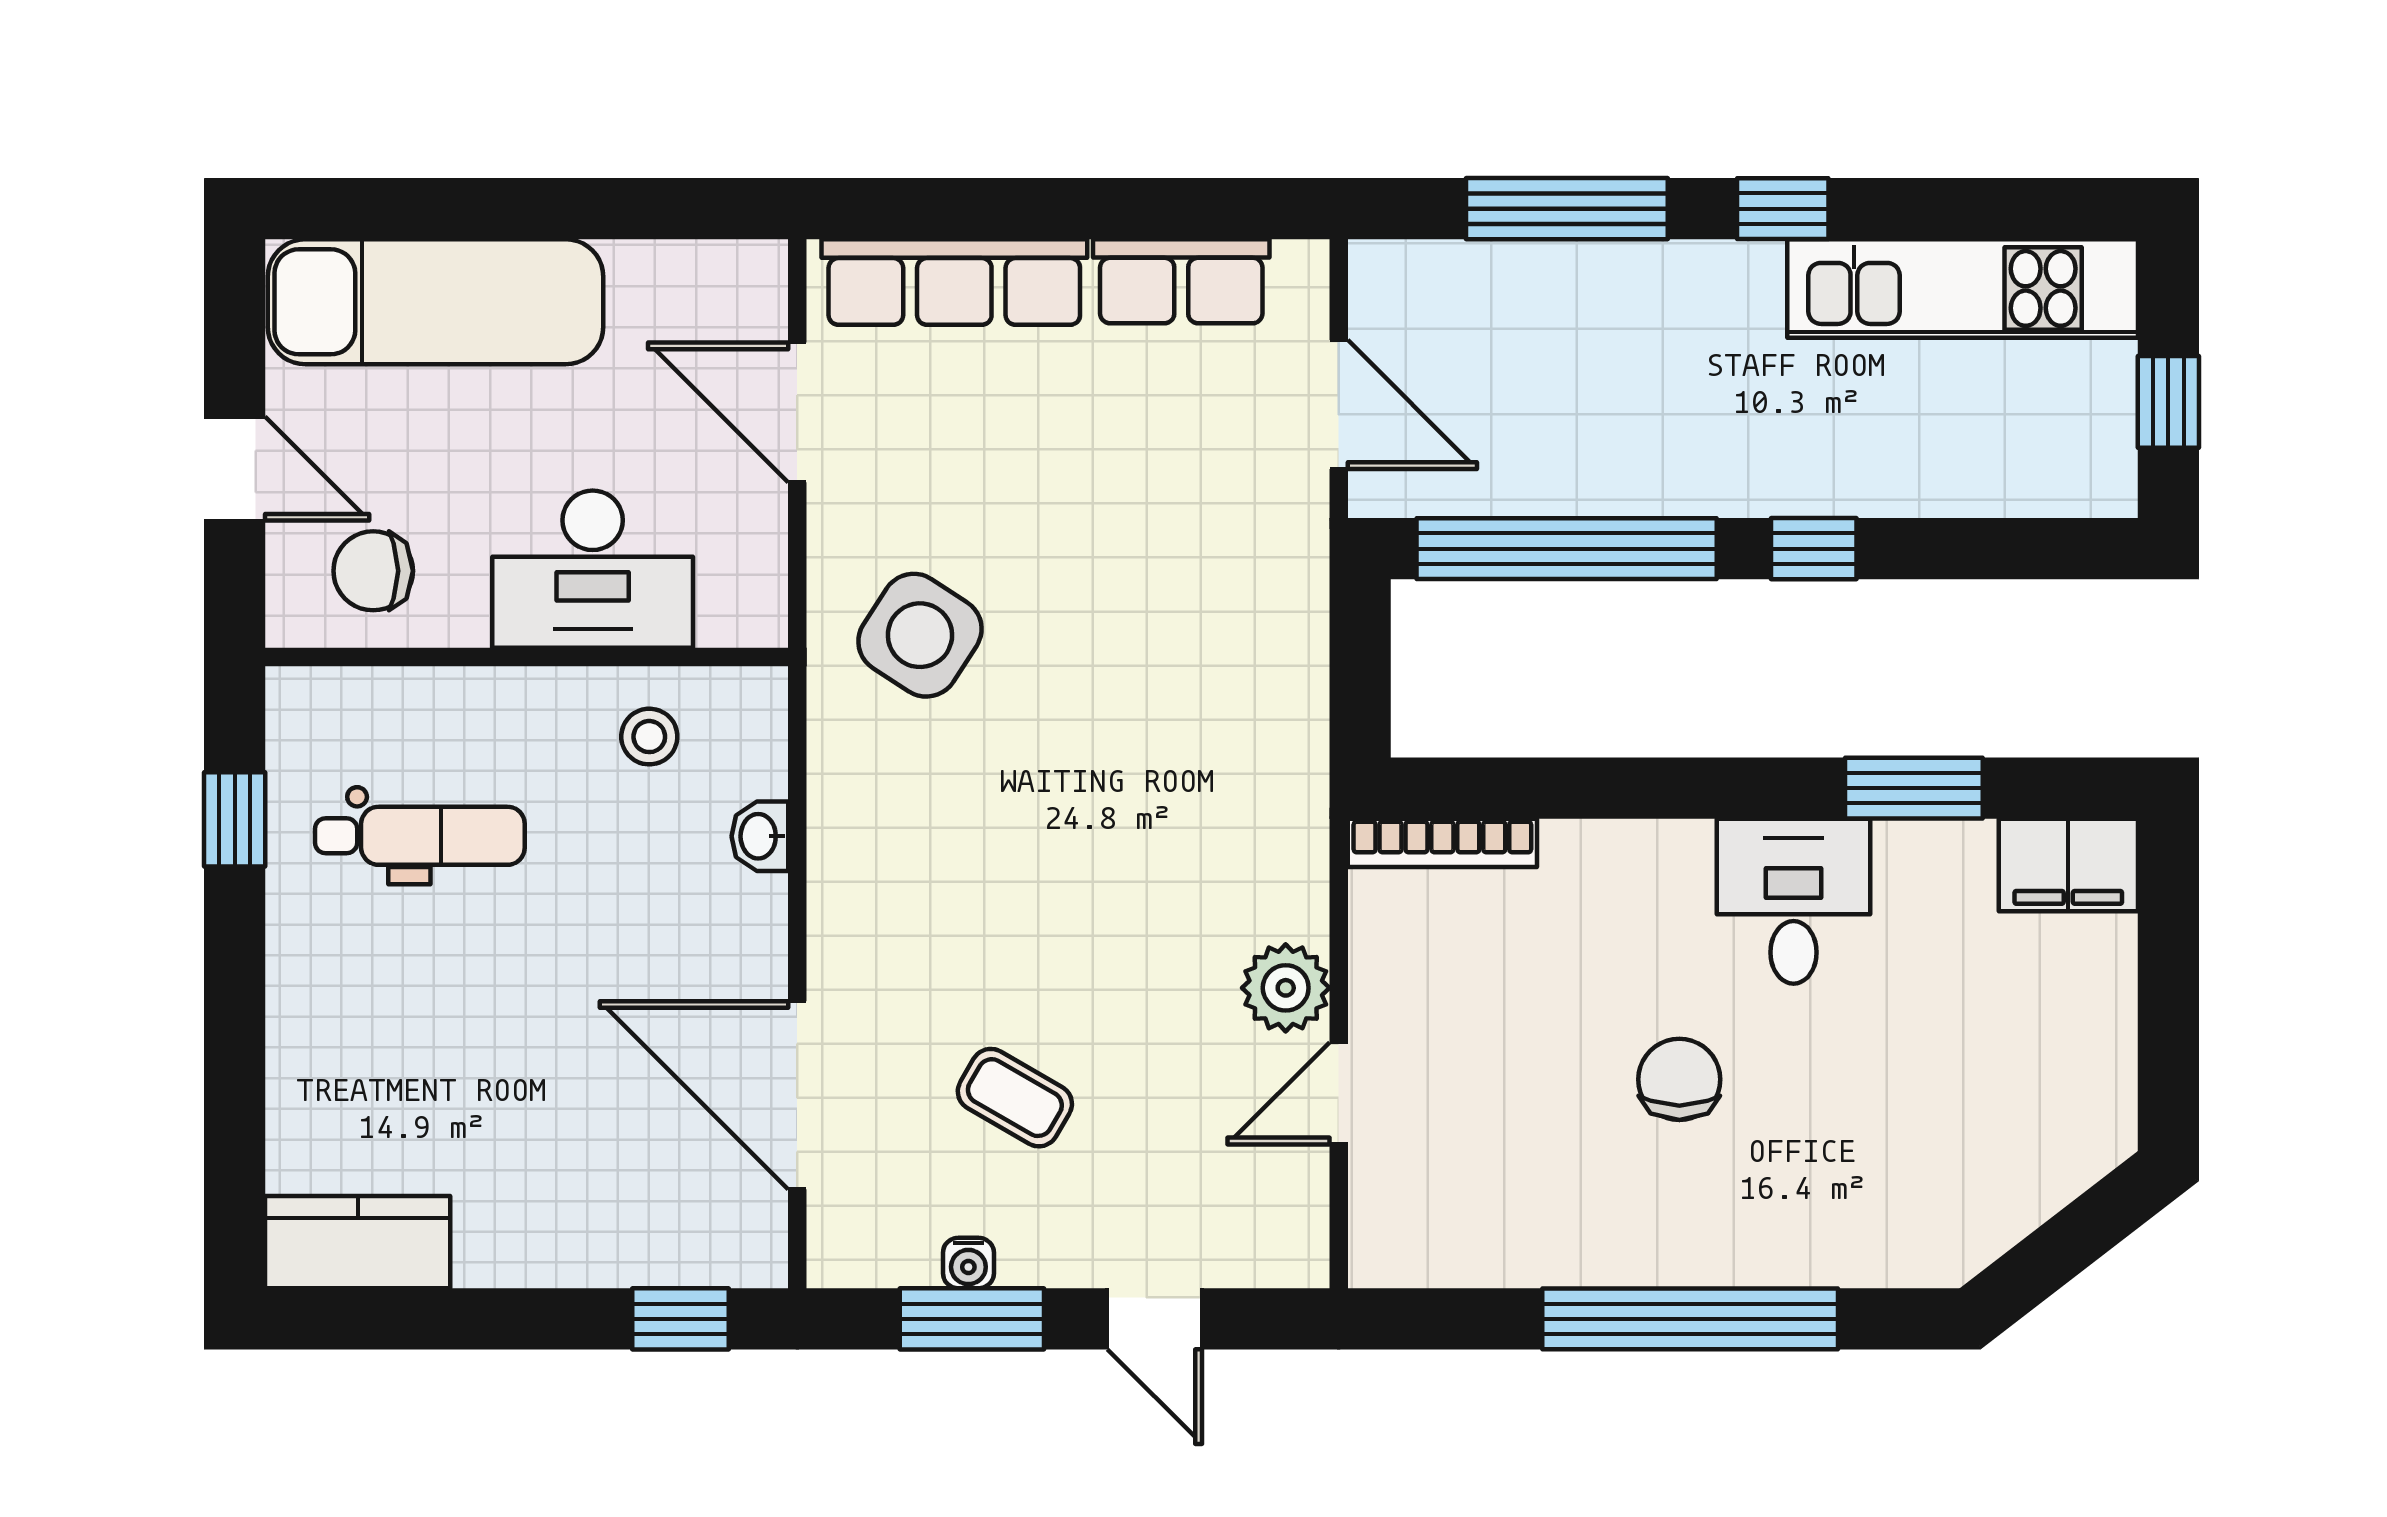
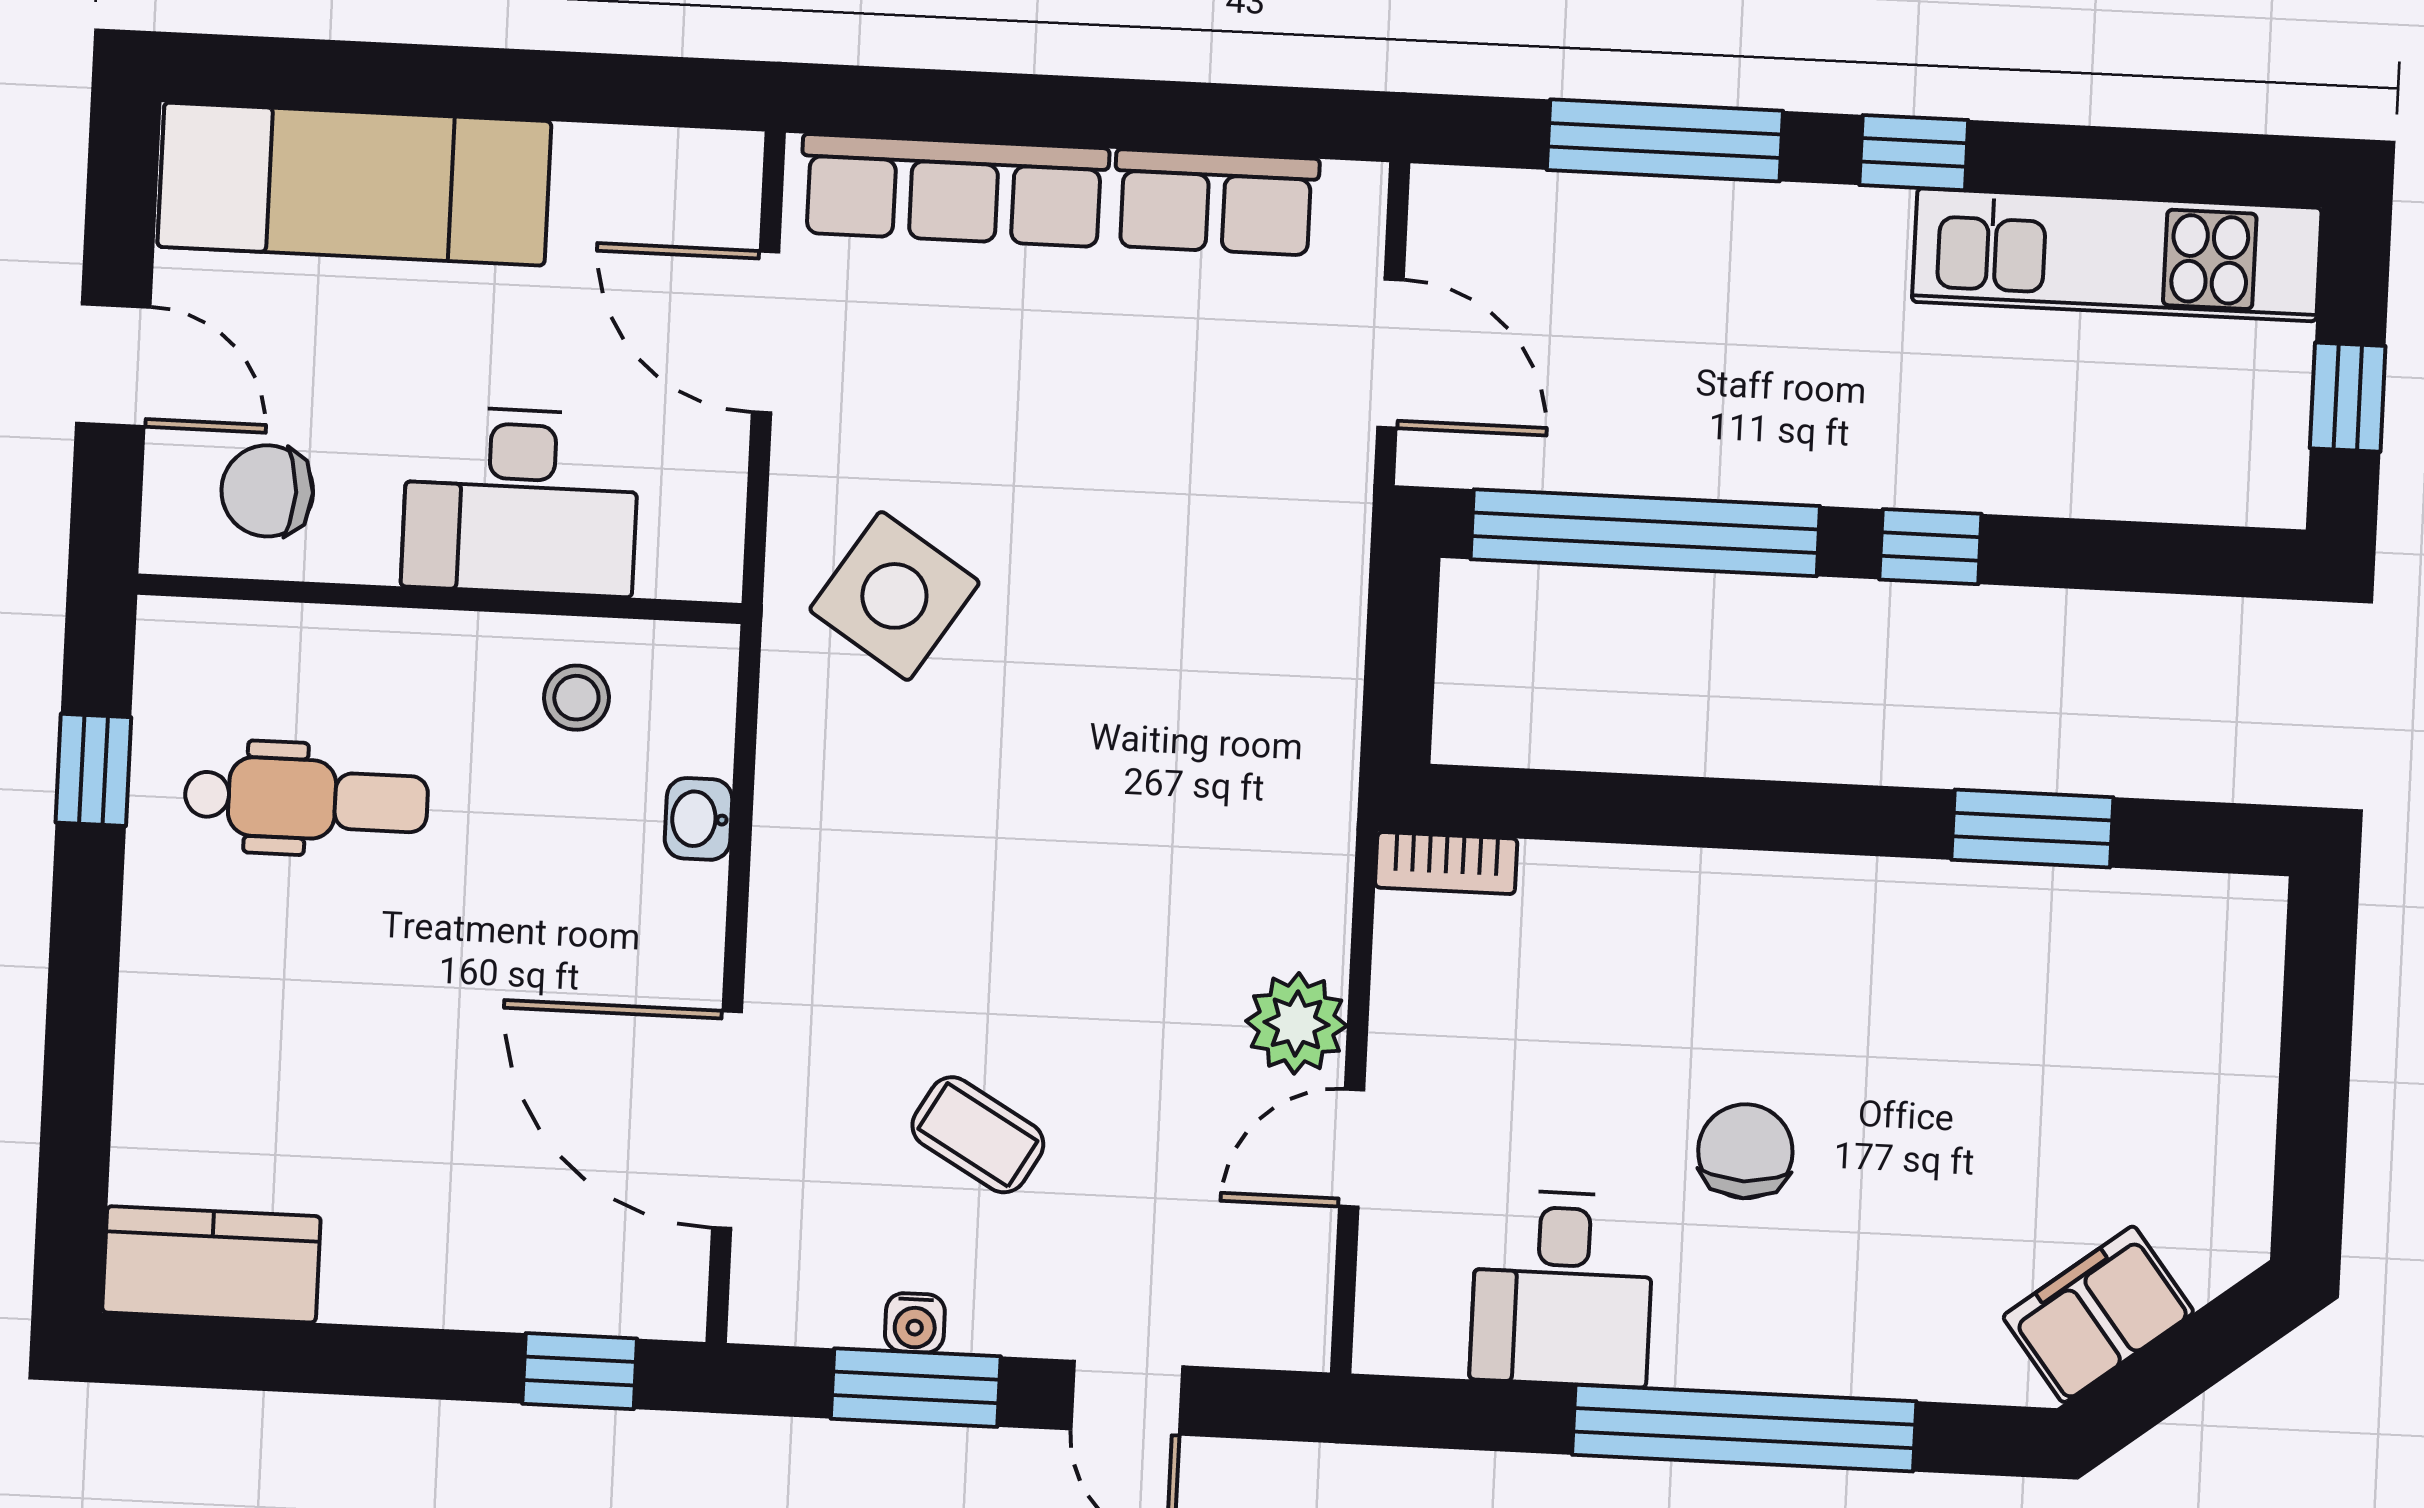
bookcase: (1442, 843) -> (1446, 863), width x0.64
filing cabinet: (2068, 865) -> (2098, 1314), moved, turned 142
desk: (1794, 901) -> (1562, 1288), moved, turned 180

